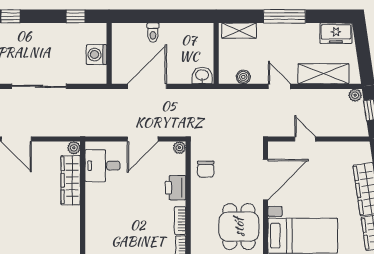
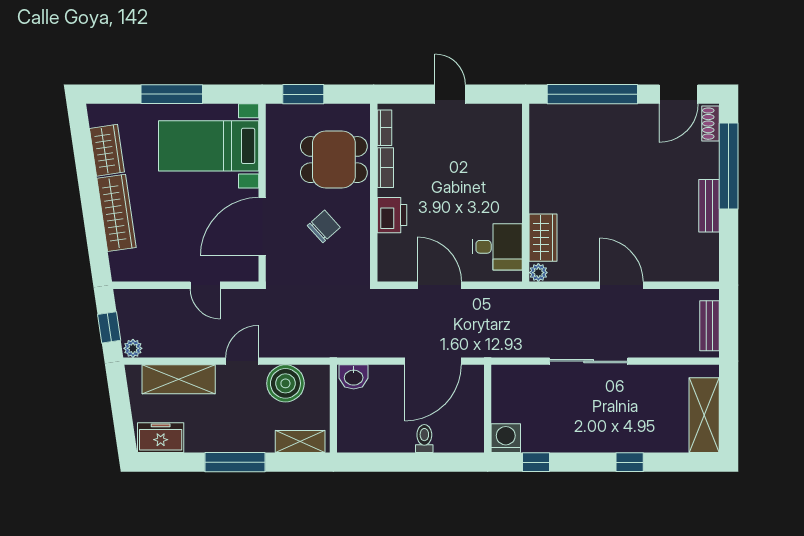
washing machine: (97, 55) -> (506, 438), moved, turned -90
boiler: (243, 77) -> (285, 383), width x1.86, depth x1.86
door: (279, 86) -> (242, 361), swing flipped
door: (143, 139) -> (439, 285), hinge flipped
plant: (179, 148) -> (386, 273), removed
chair: (206, 169) -> (324, 226), moved, turned 48
wardrobe: (71, 180) -> (543, 238), width x0.67
dining table: (239, 227) -> (334, 160), moved, turned 90

